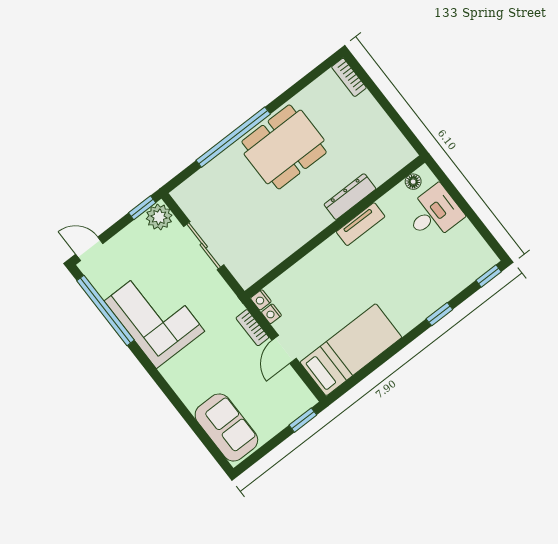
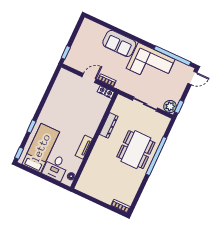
dining table: (284, 147) -> (136, 150), moved
dresser: (350, 197) -> (109, 125), moved
door: (284, 349) -> (89, 78), hinge flipped
bed: (351, 350) -> (41, 148), moved, turned 180
sofa: (226, 427) -> (119, 43), moved

